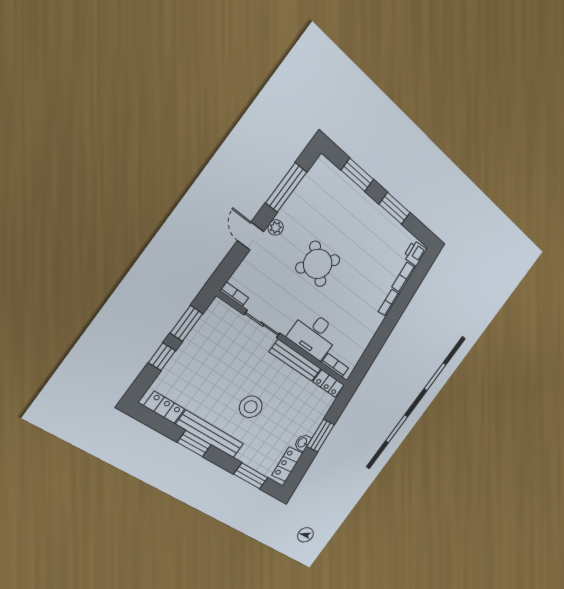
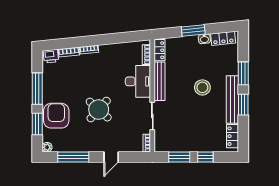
armchair: (349, 206) -> (56, 116), added
window: (395, 208) -> (37, 89), width x1.44
plant: (276, 227) -> (47, 147), moved
window: (251, 476) -> (243, 73), moved

